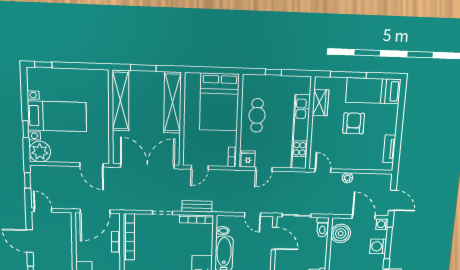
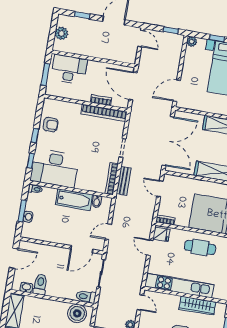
wardrobe: (320, 103) -> (197, 306), width x1.50
plant: (40, 152) -> (192, 42), width x0.53, depth x0.53
door: (323, 171) -> (140, 303), hinge flipped
door: (43, 210) -> (141, 39), hinge flipped

